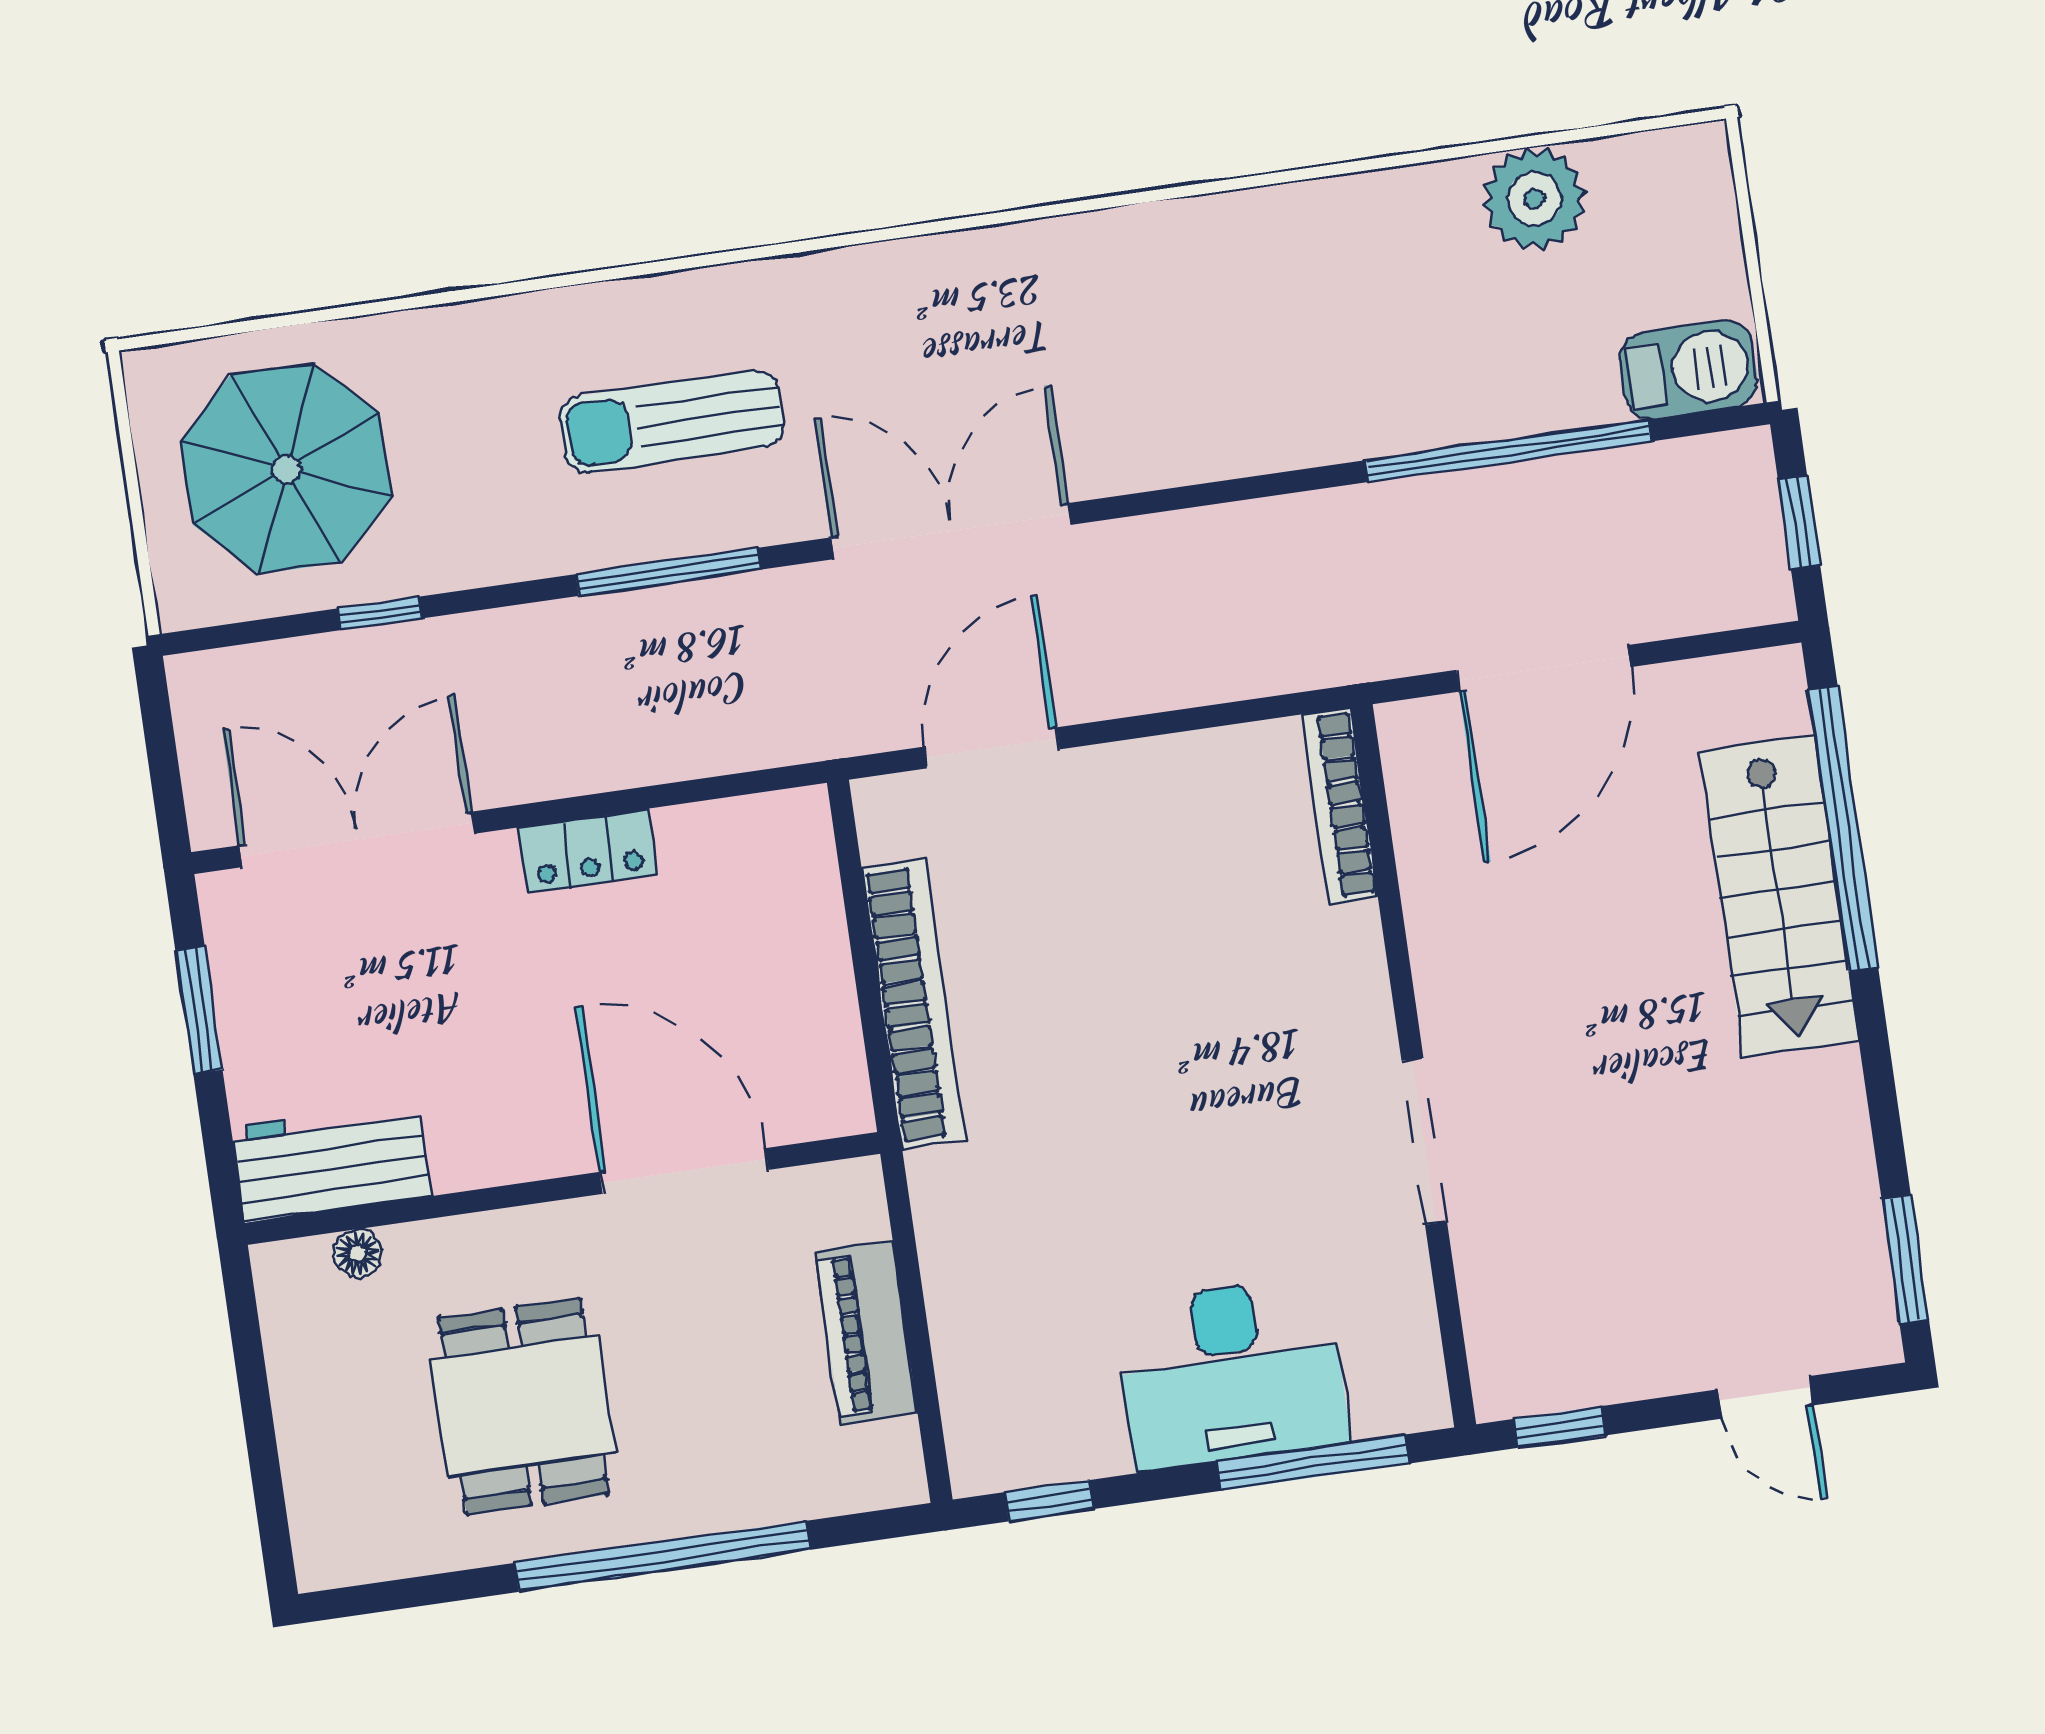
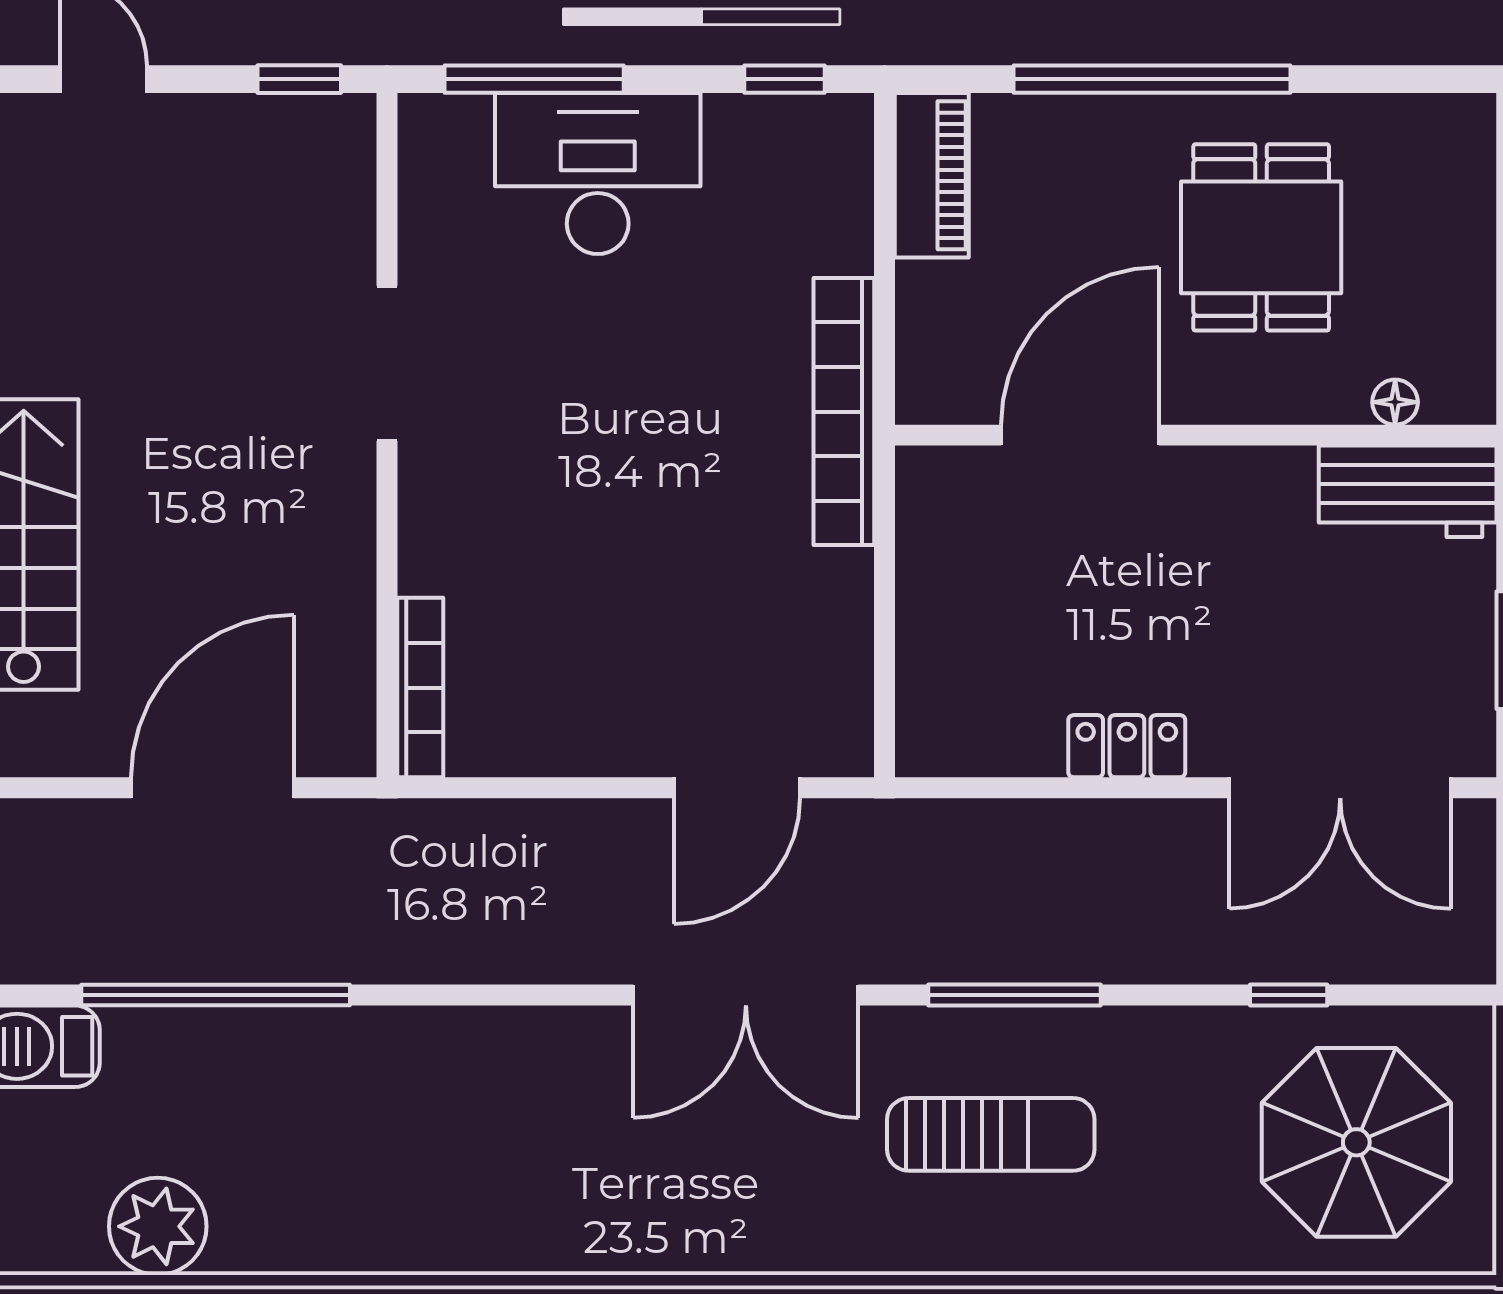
bookcase: (914, 1004) -> (844, 412), moved
door: (684, 1171) -> (1080, 435), swing flipped
piano: (867, 1332) -> (932, 175), moved

